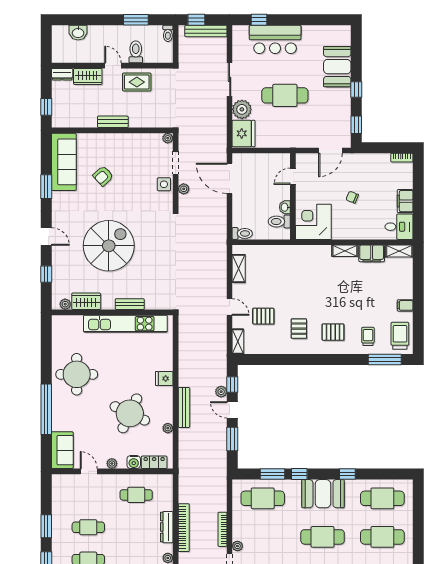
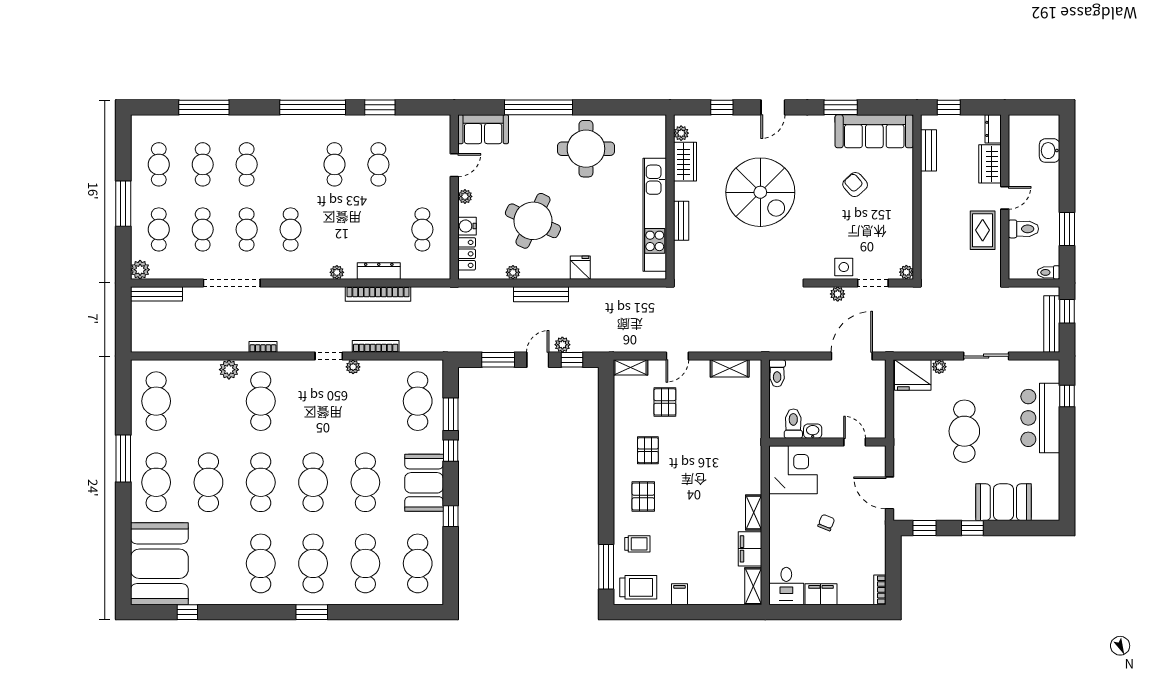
plant: (242, 109) -> (939, 367), width x0.53, depth x0.53
bench: (113, 122) -> (929, 150), moved
pallet: (299, 329) -> (648, 450), turned 90

